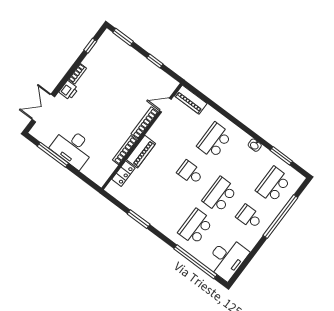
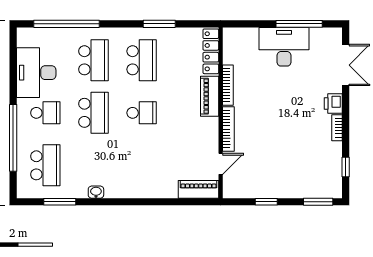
school desk: (214, 141) -> (142, 60), moved
locker: (123, 174) -> (211, 51), width x1.53
desk: (227, 258) -> (36, 73), moved

